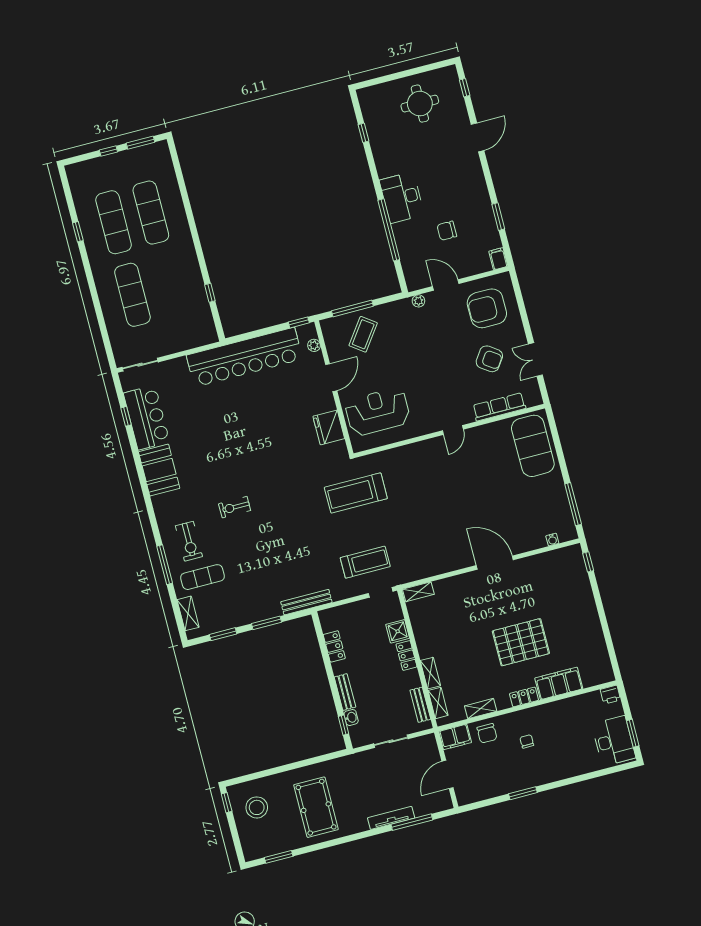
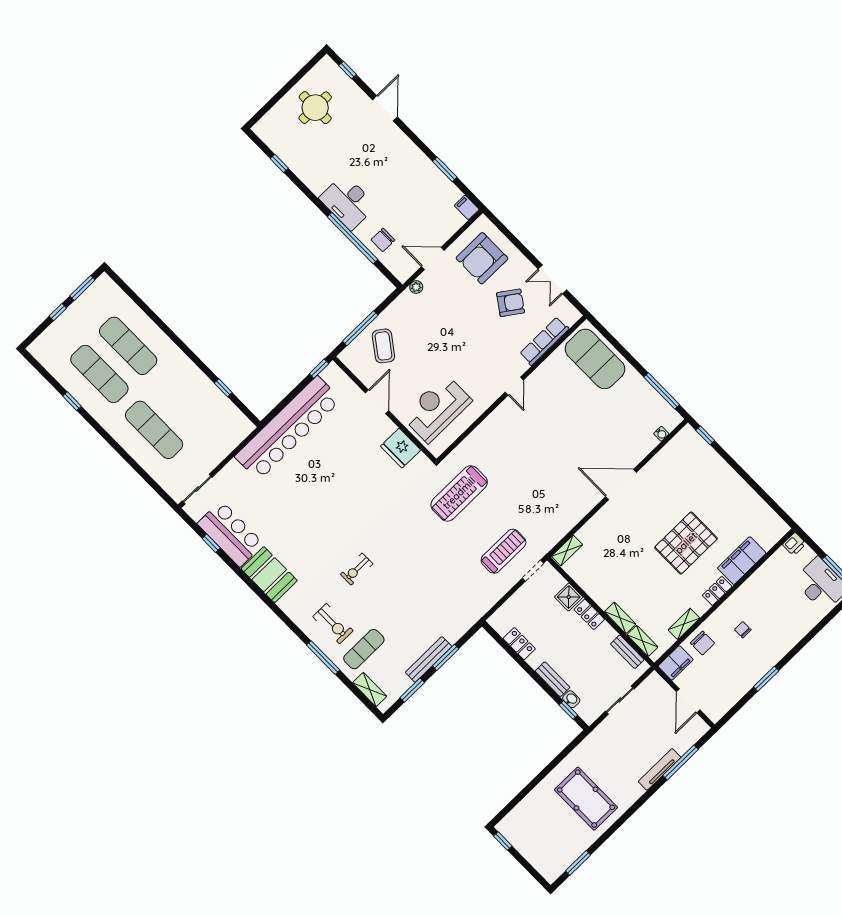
chair: (447, 231) -> (383, 240), moved
plant: (314, 345) -> (345, 381), removed
bench: (306, 602) -> (429, 659), moved
stool: (257, 807) -> (532, 830), removed

